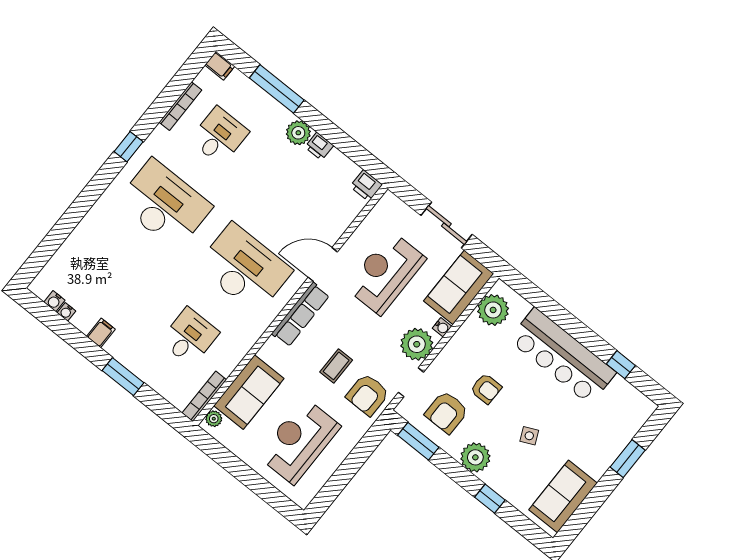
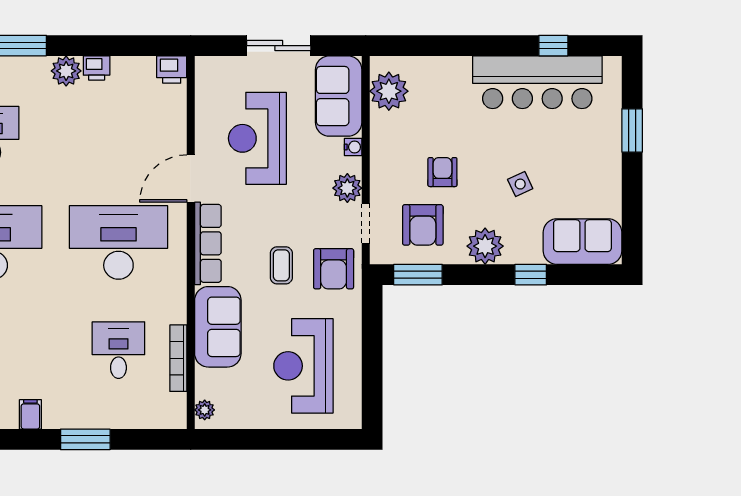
plant: (417, 344) -> (347, 188), width x0.73, depth x0.73
bar counter: (562, 356) -> (537, 82), moved
armchair: (486, 389) -> (442, 172), turned -90
sofa: (249, 392) -> (218, 327), moved
bookcase: (204, 396) -> (178, 358), moved
sofa: (563, 496) -> (582, 242), moved, turned 90

